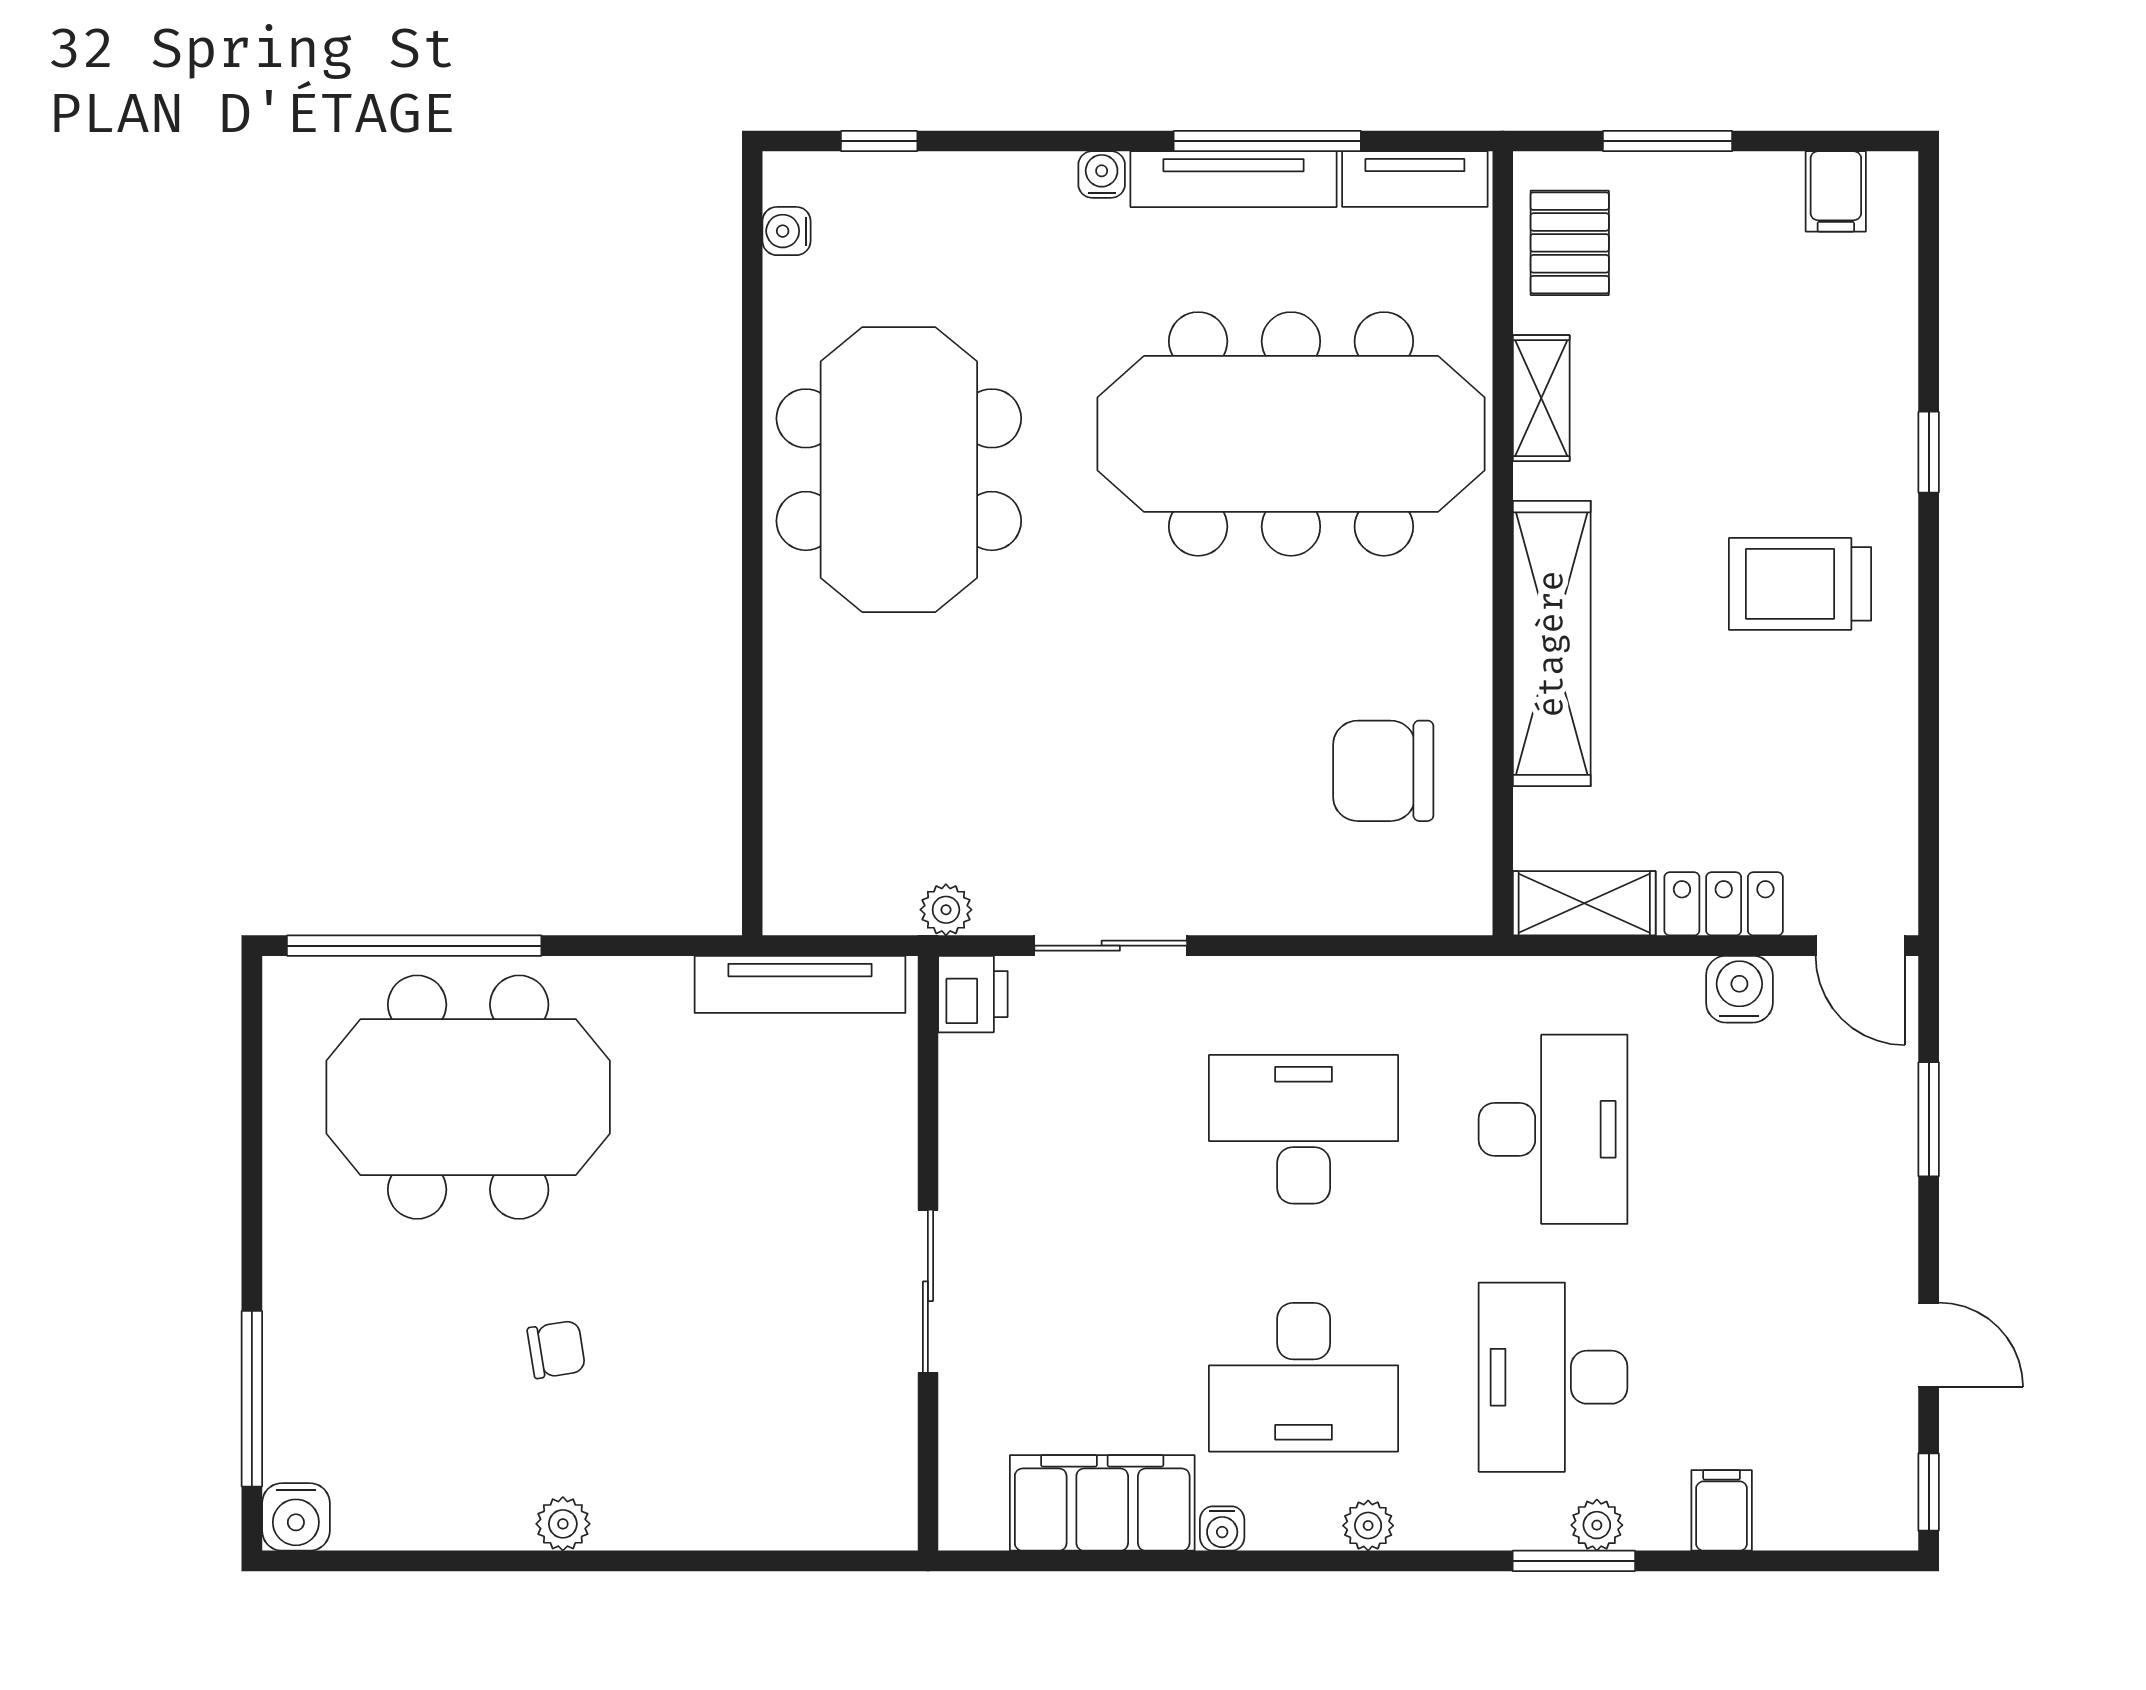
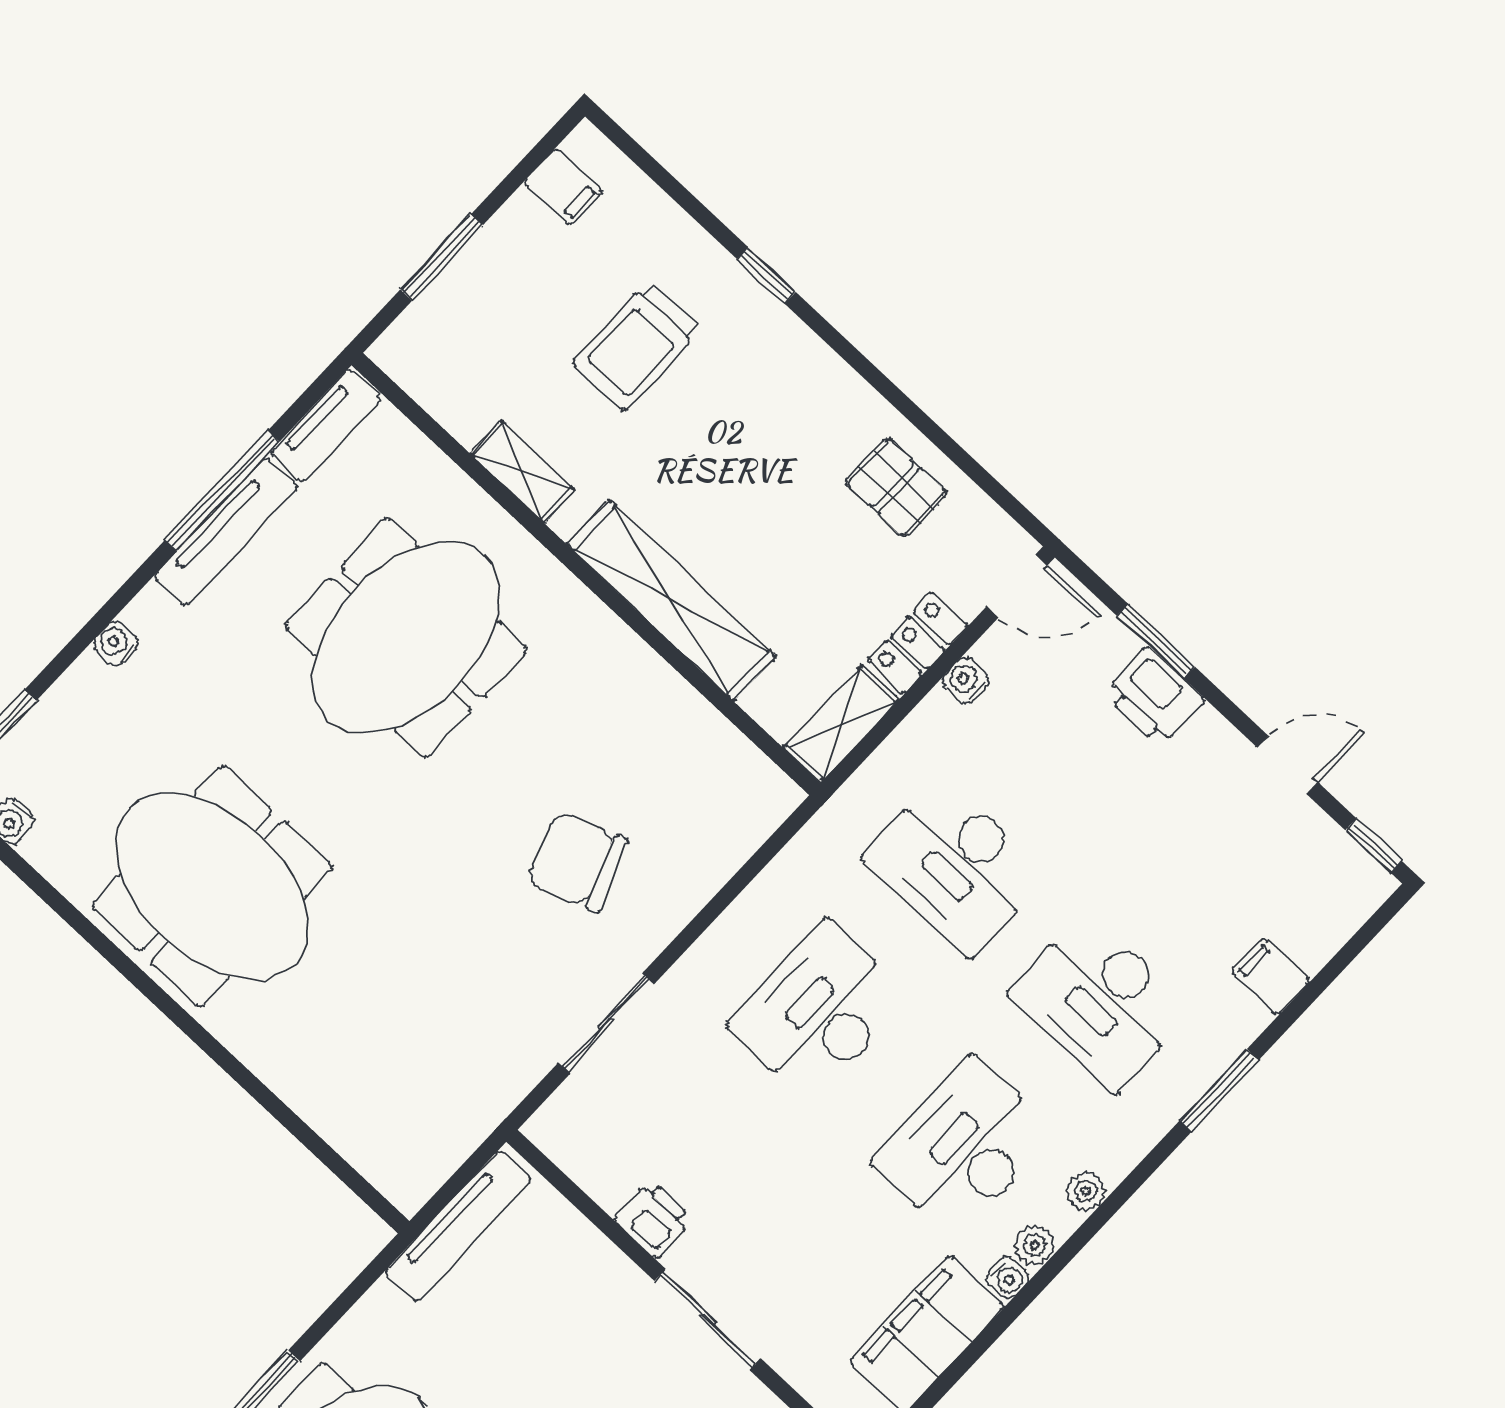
water cooler: (1102, 175) -> (116, 643), moved
pallet: (1570, 243) -> (896, 487), moved
meeting table: (1291, 434) -> (406, 638), width x0.73
trolley: (1800, 584) -> (636, 346), moved
chair: (1383, 771) -> (577, 862), moved, turned 69
plant: (946, 910) -> (495, 1100), removed
water cooler: (1739, 989) -> (966, 681), width x0.72, depth x0.72
printer: (973, 994) -> (653, 1219), moved
desk: (1553, 1129) -> (956, 866), turned 180
printer: (1877, 1165) -> (1154, 697), added
desk: (1304, 1377) -> (964, 1148), turned 180
plant: (1597, 1525) -> (1035, 1245), moved

